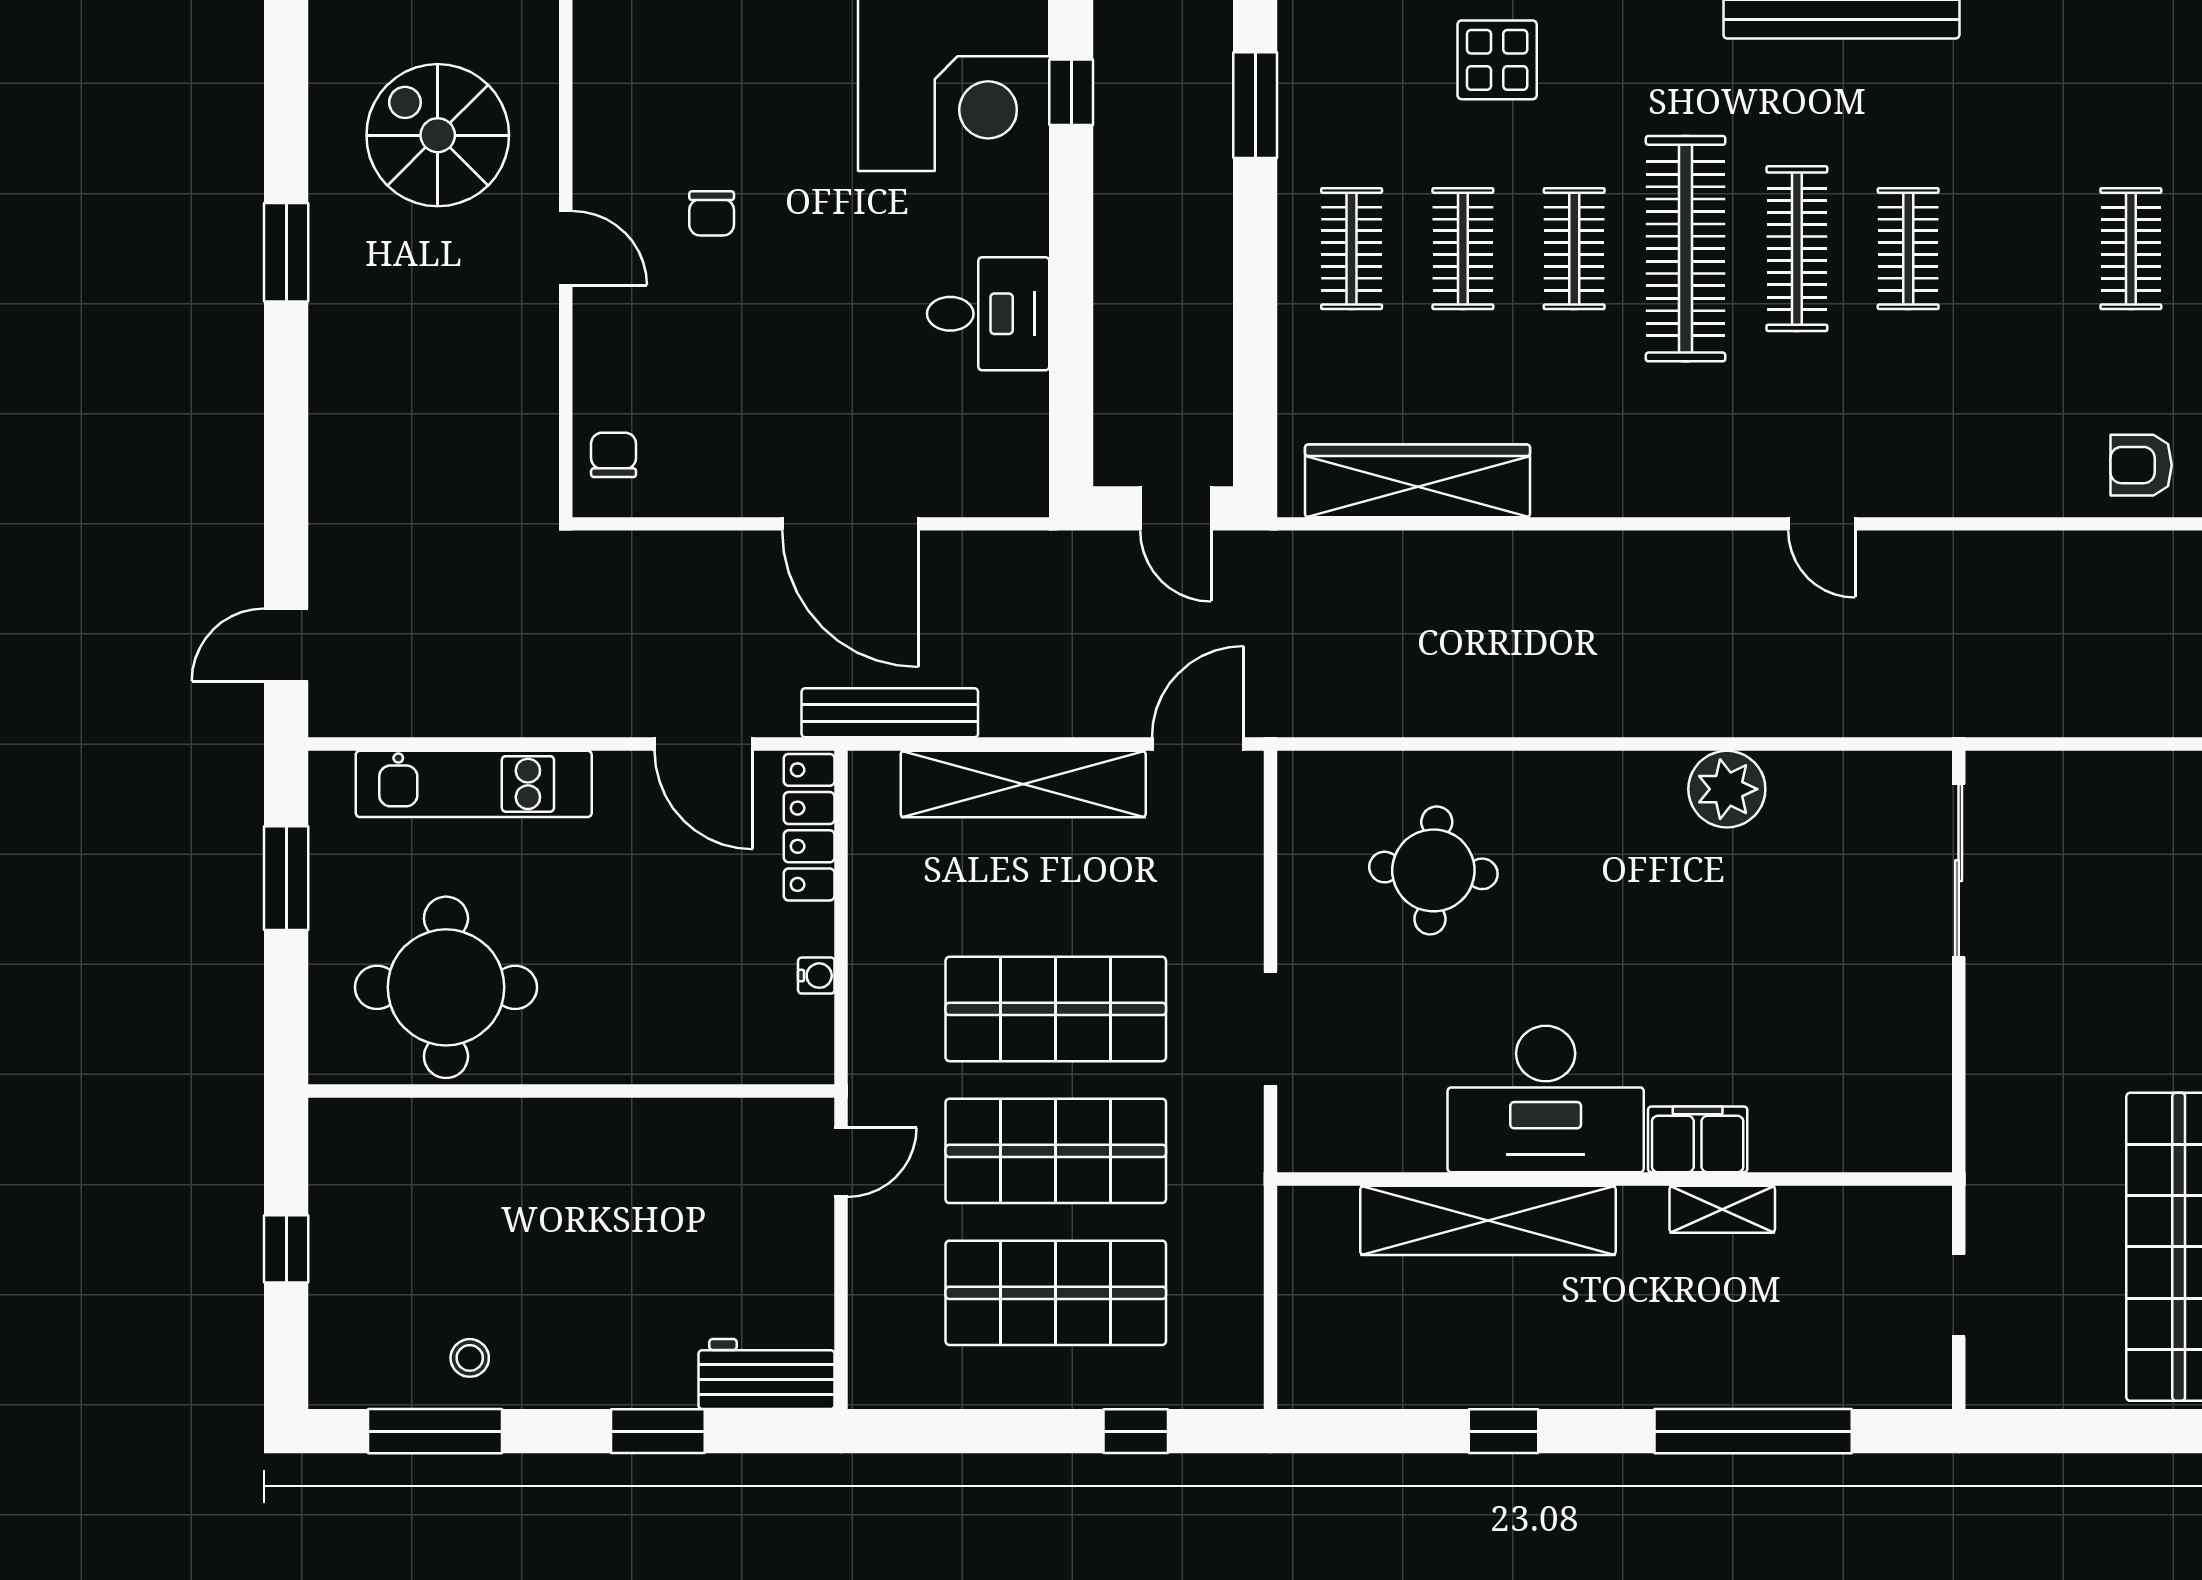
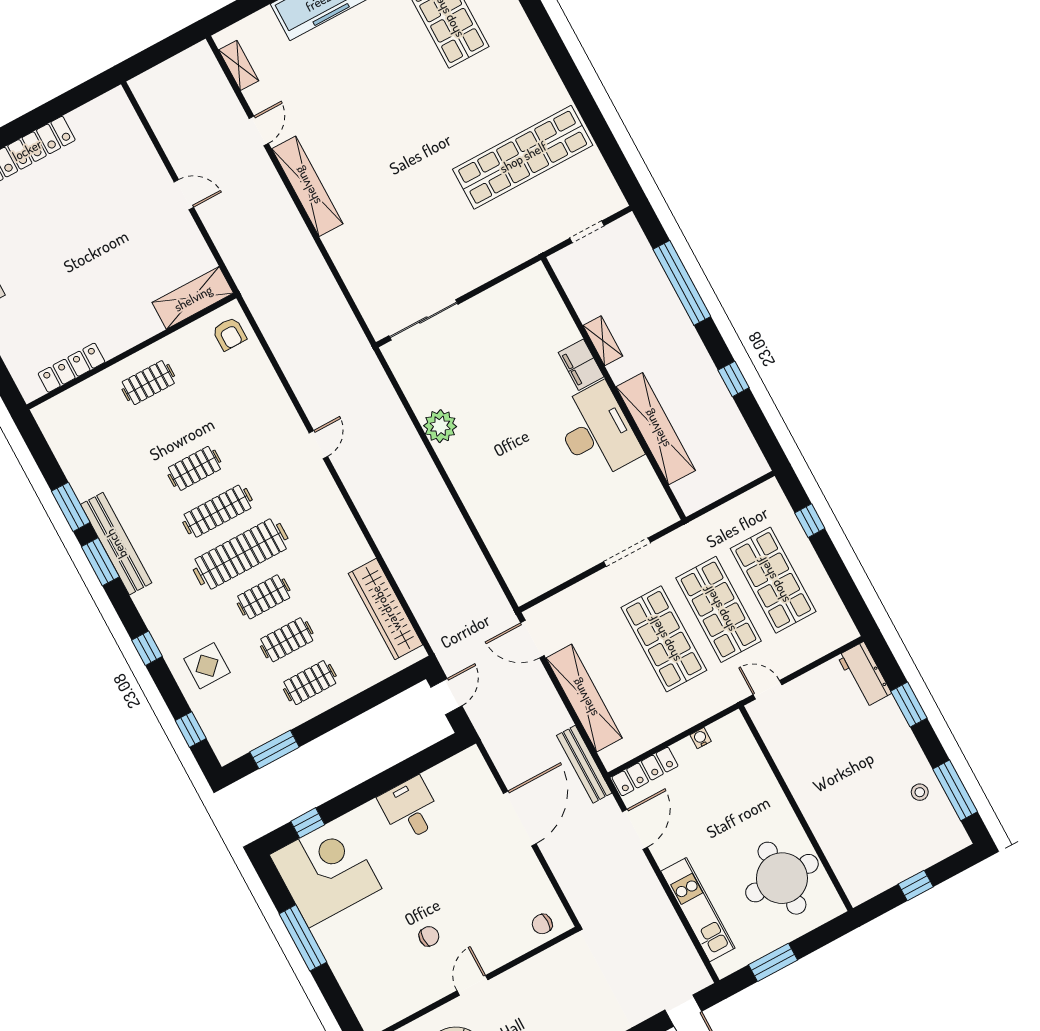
round table: (1433, 870) -> (532, 522), removed

